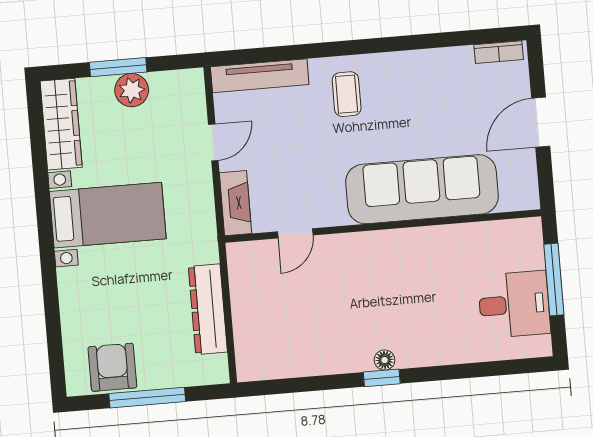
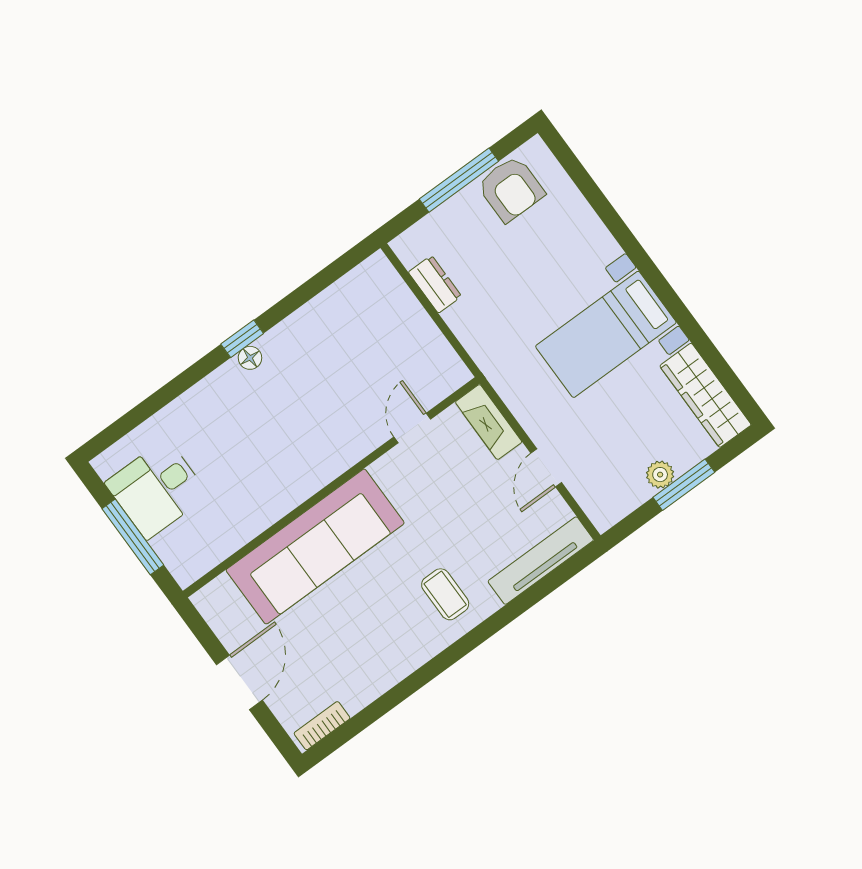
plant: (132, 90) -> (660, 475), width x0.73, depth x0.73
dresser: (208, 309) -> (435, 284), width x0.51, depth x0.80

